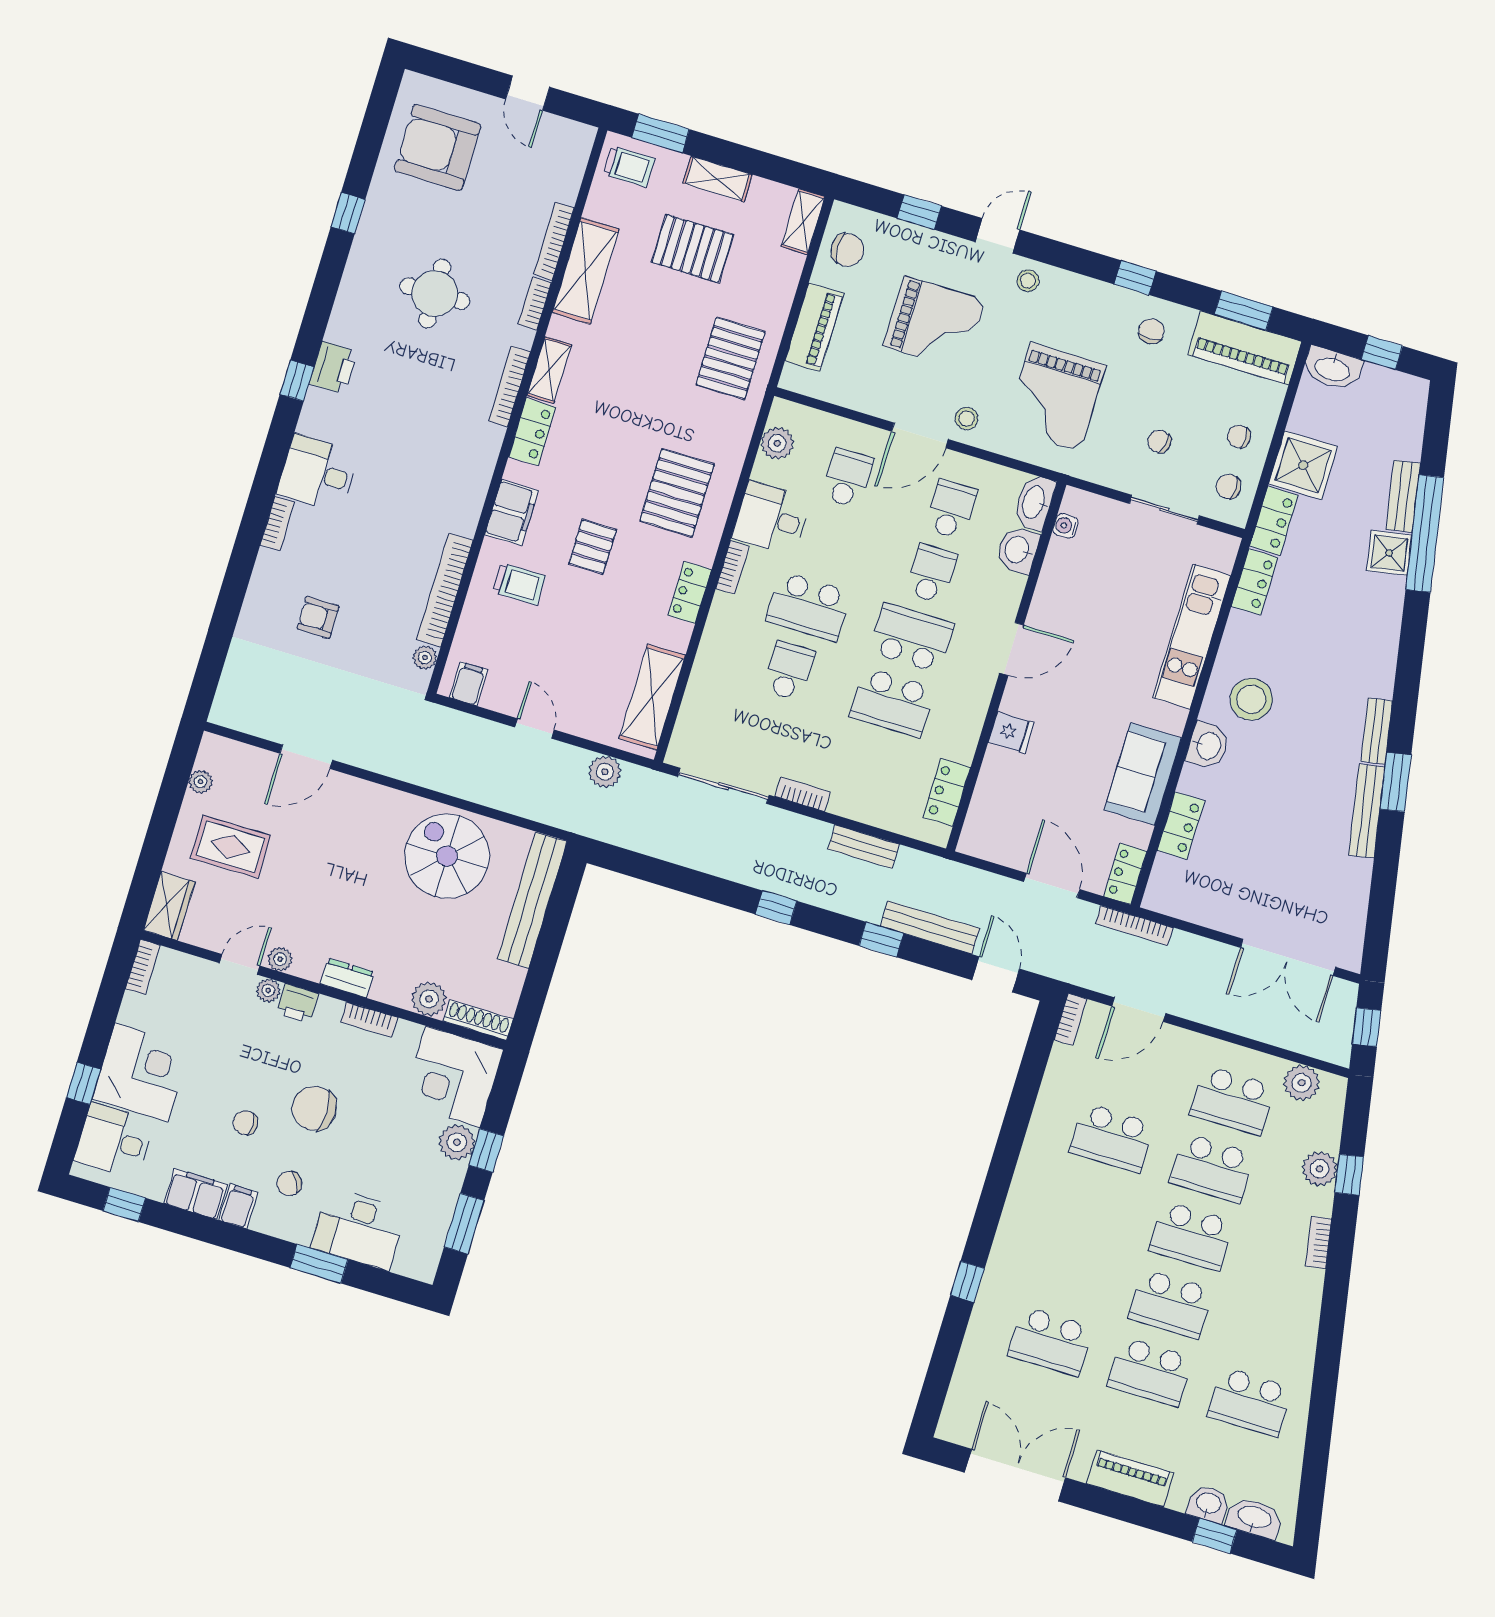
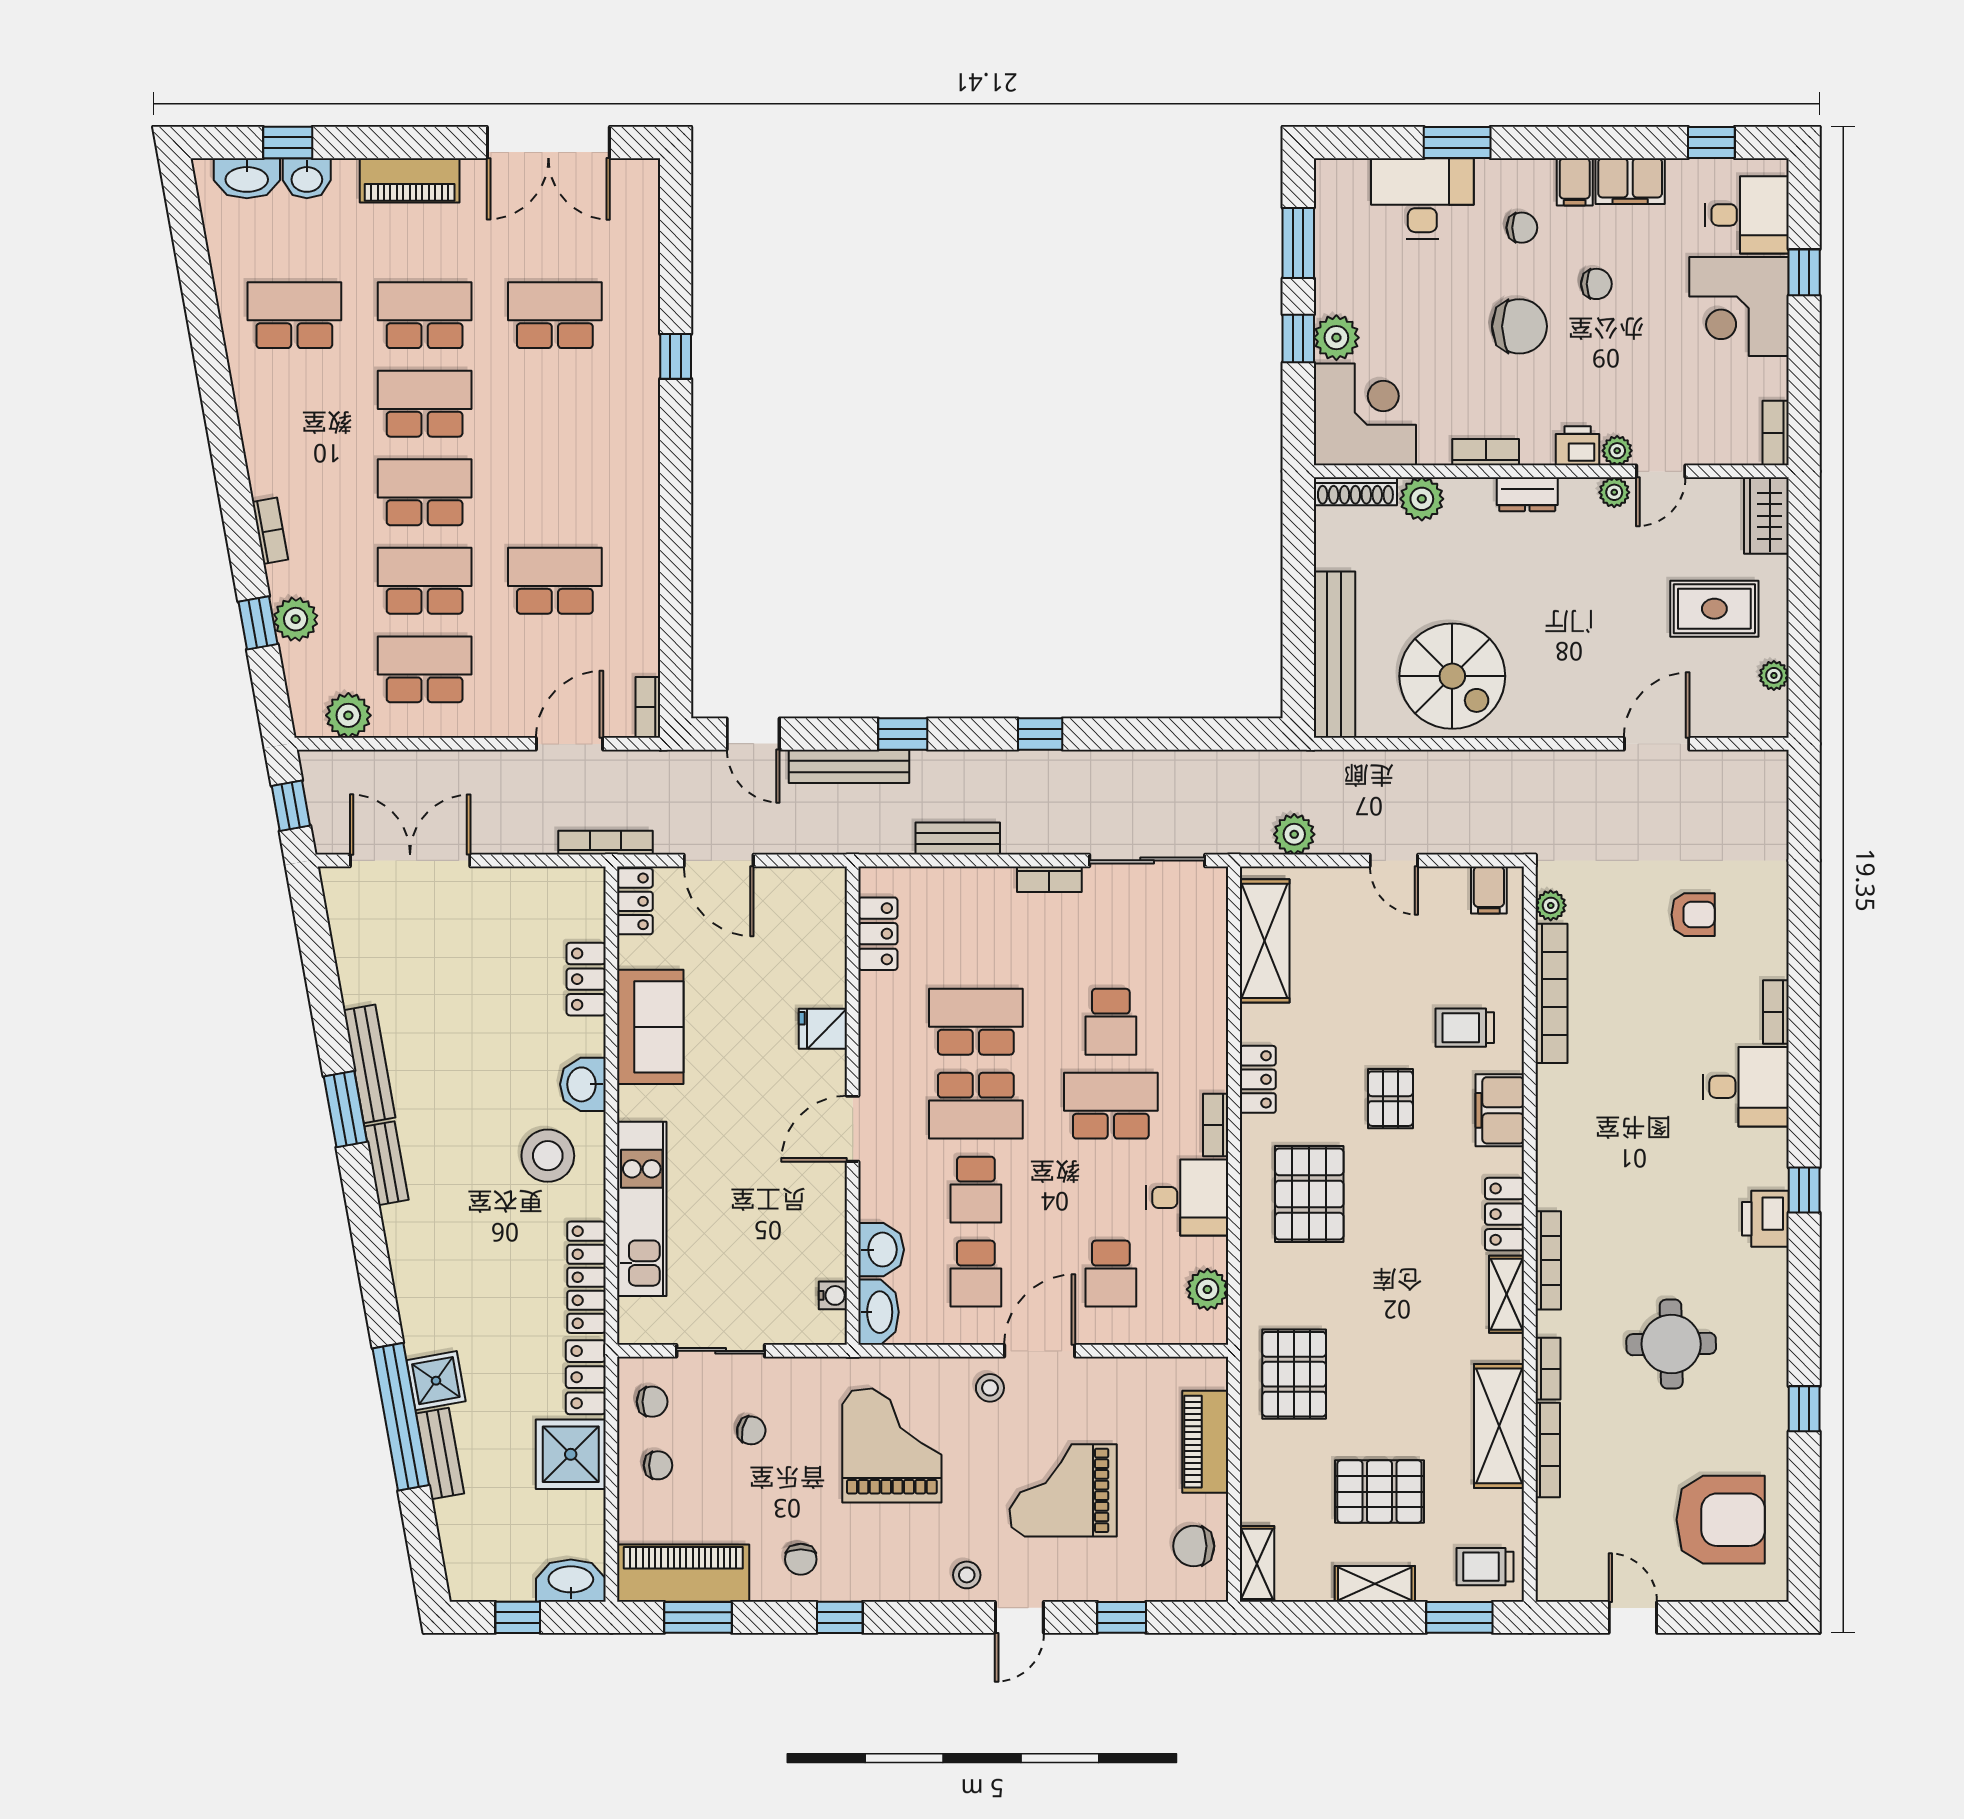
locker: (1255, 582) -> (586, 1277), width x1.53
chair: (289, 1183) -> (1522, 228), turned 31

